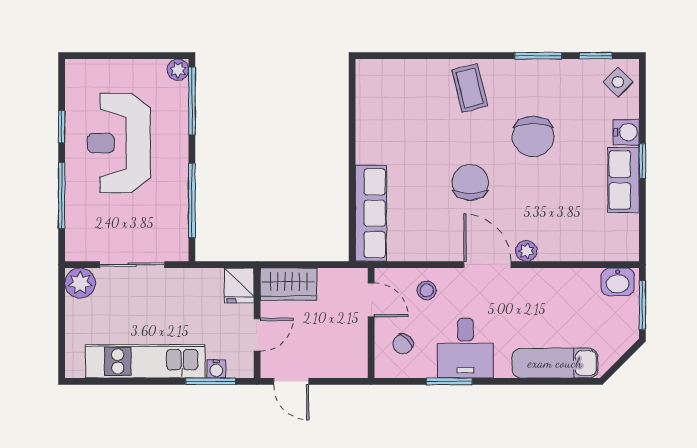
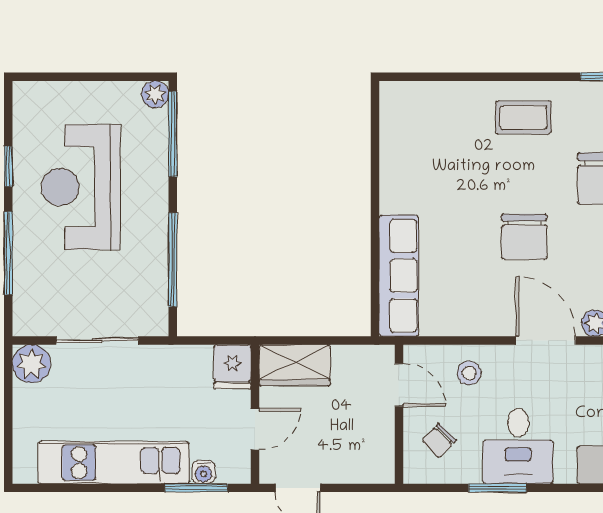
coffee table: (470, 88) -> (523, 117), turned -76
chair: (470, 182) -> (524, 237), turned 180

